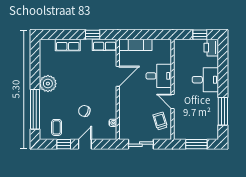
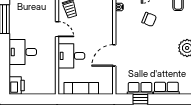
window: (200, 35) -> (28, 99), removed
row of seats: (105, 45) -> (140, 88), moved
exam couch: (135, 45) -> (81, 88), moved

